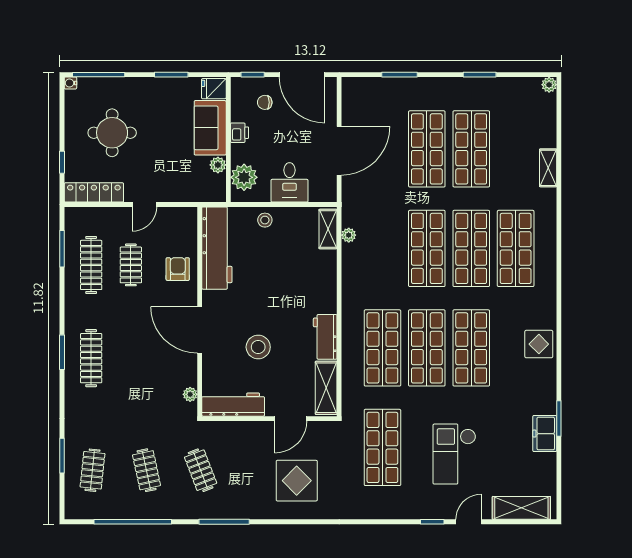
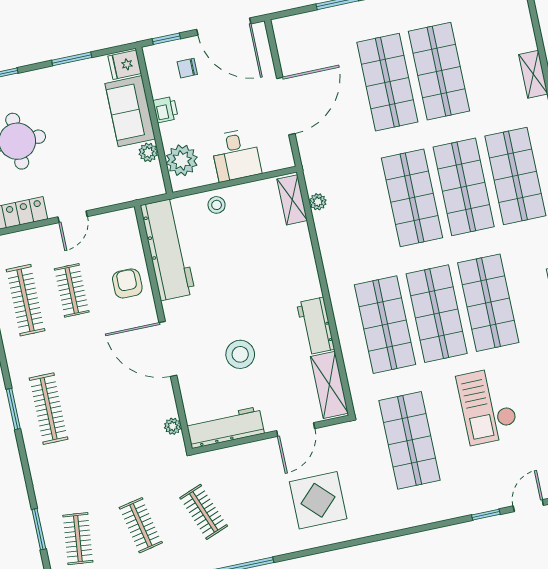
checkout: (454, 454) -> (488, 406), moved

